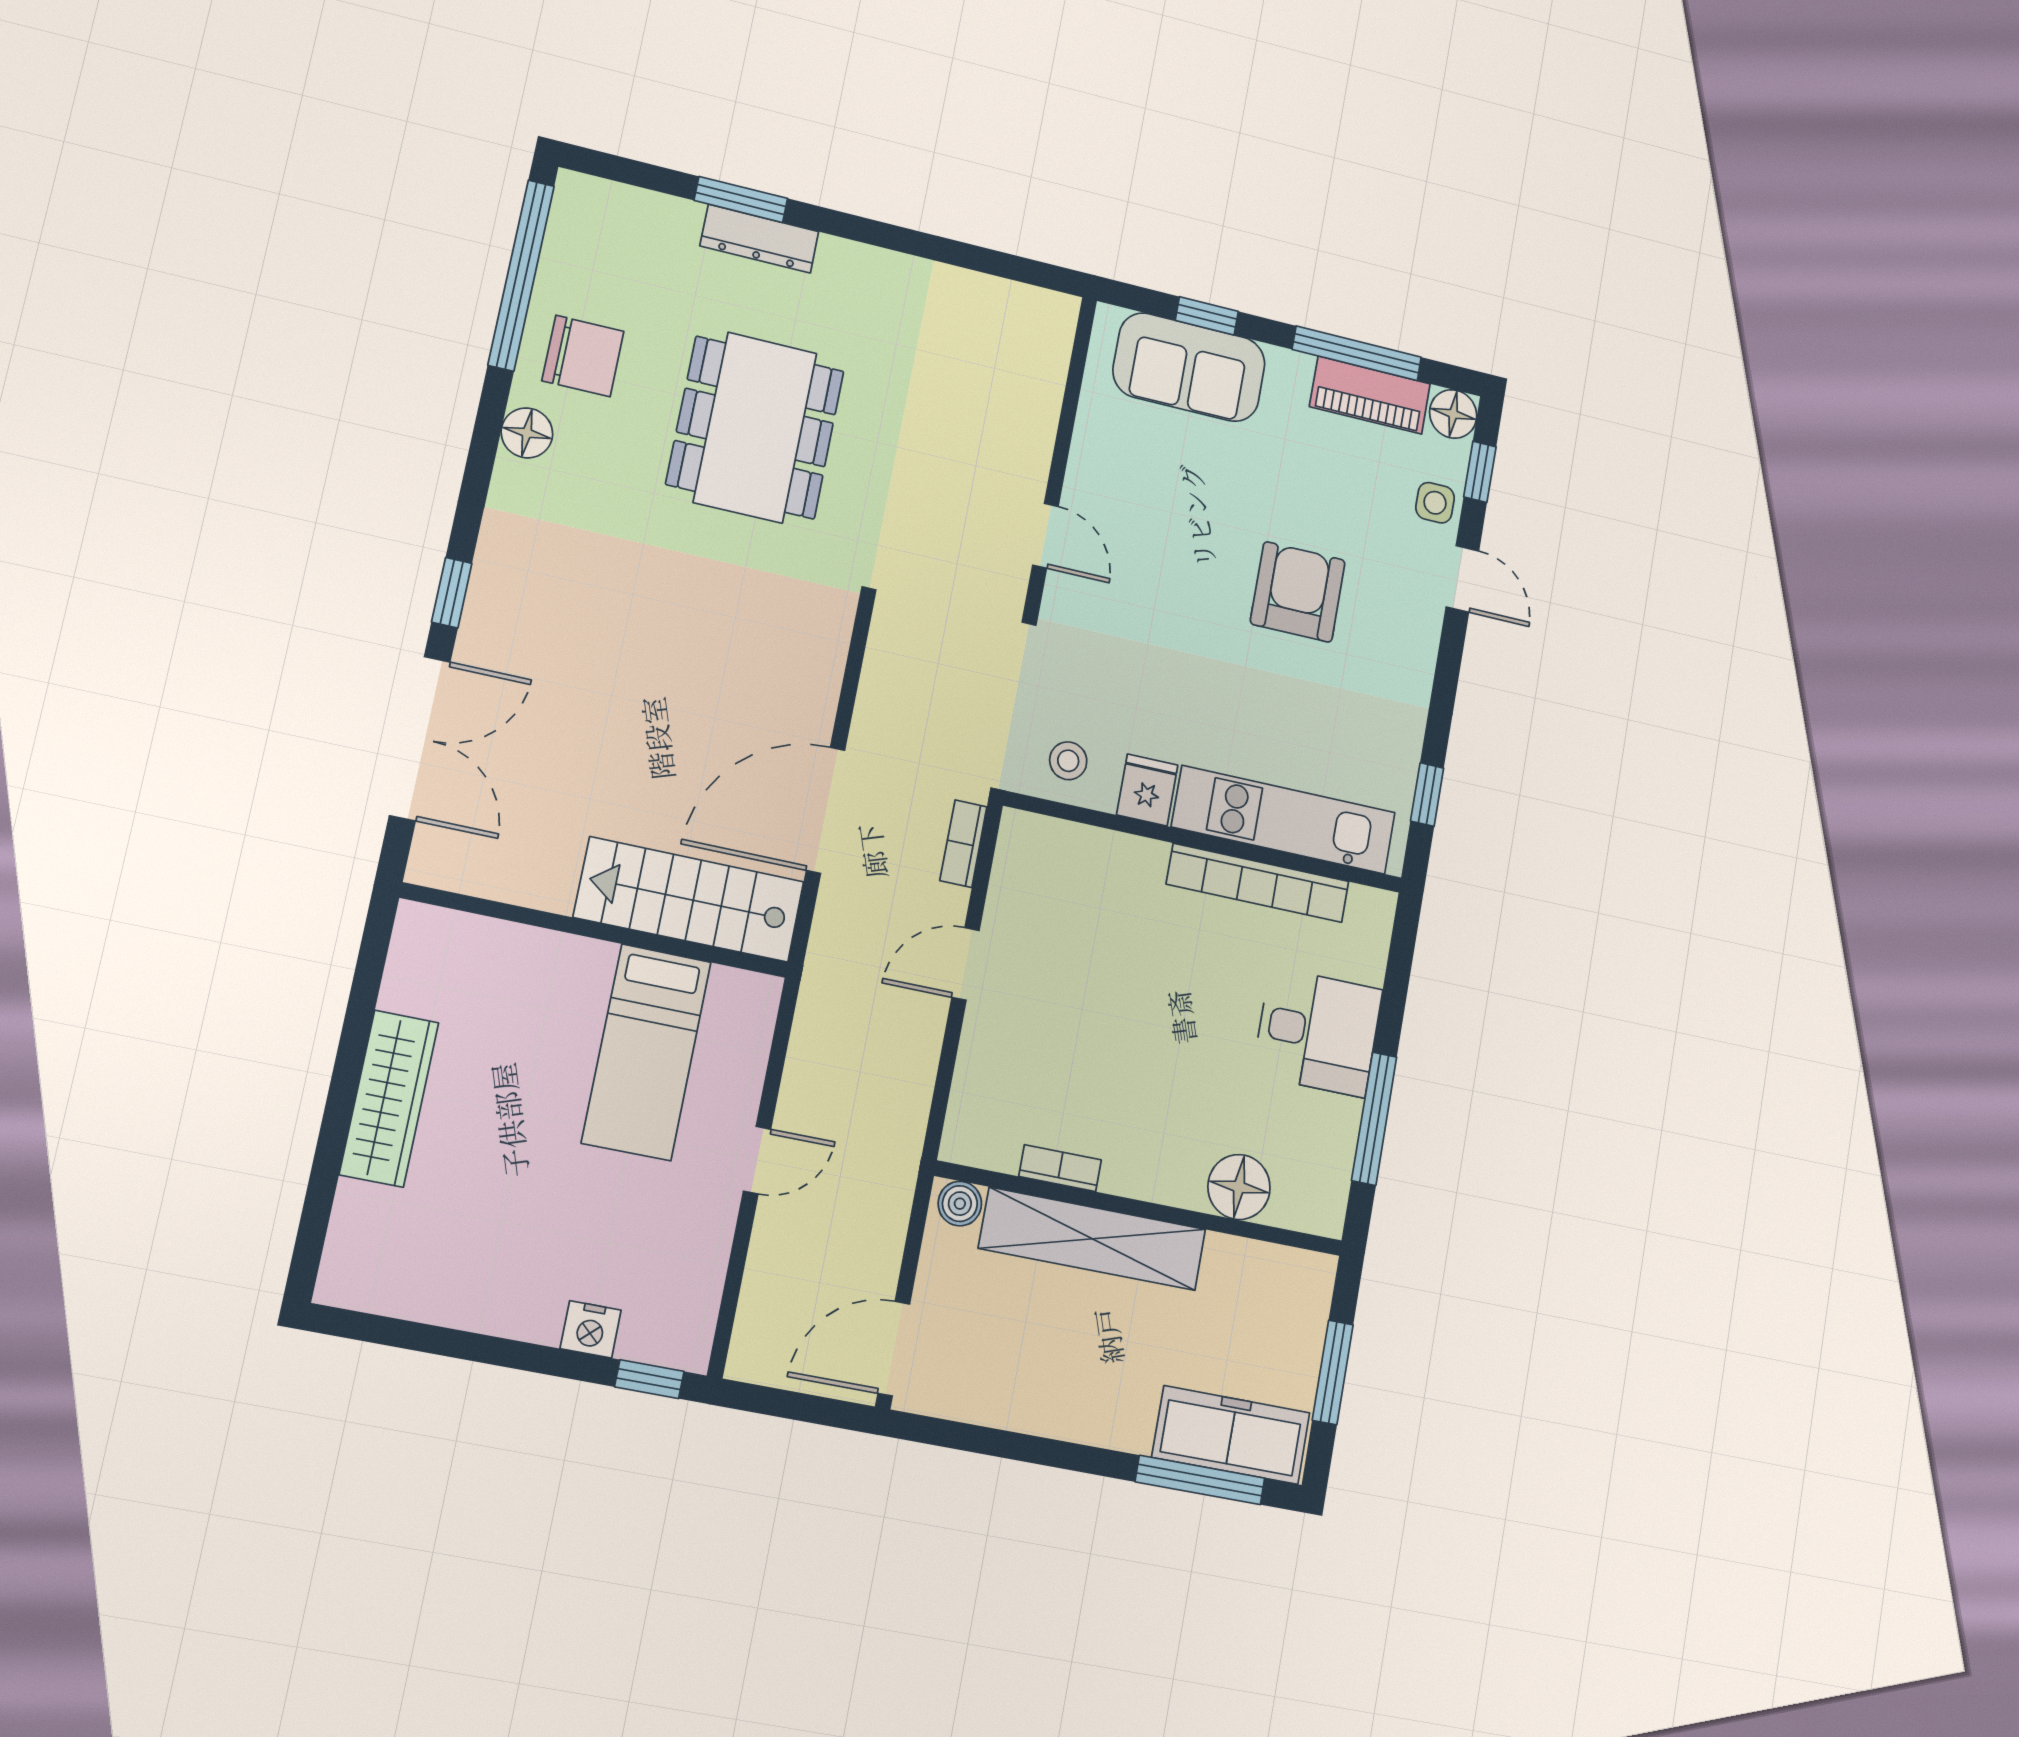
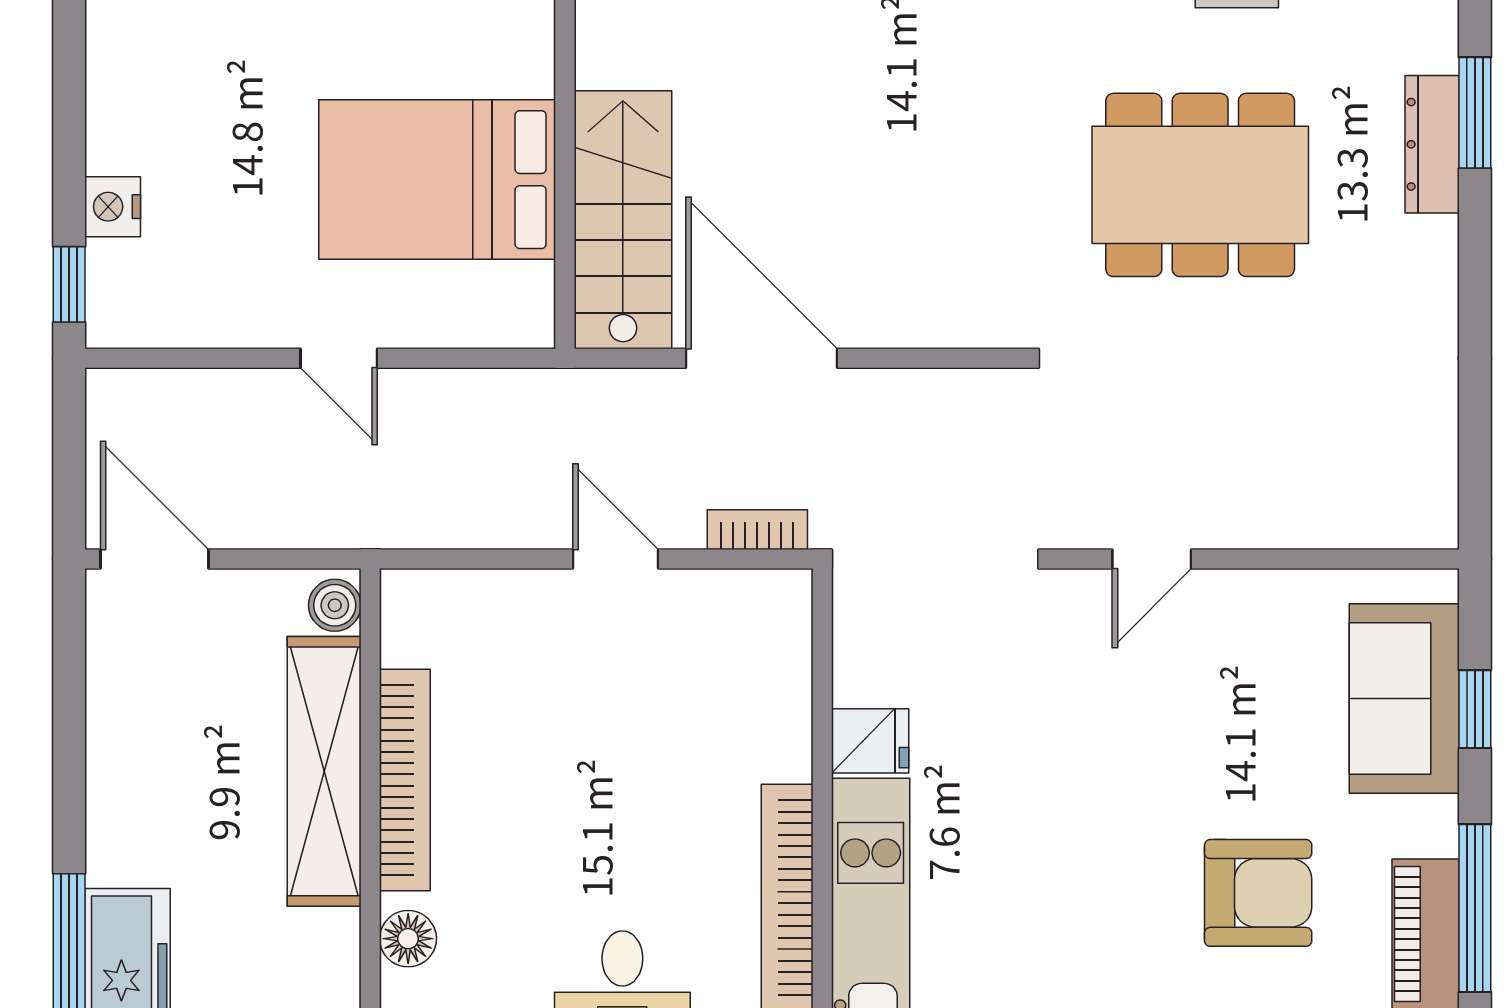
armchair: (1298, 592) -> (1258, 893), moved
stool: (1068, 761) -> (884, 638), removed
bed: (646, 1052) -> (437, 180), width x1.50
bookcase: (1060, 1168) -> (405, 780), width x2.31, depth x1.31
floor lamp: (1239, 1187) -> (408, 939), width x0.73, depth x0.73

